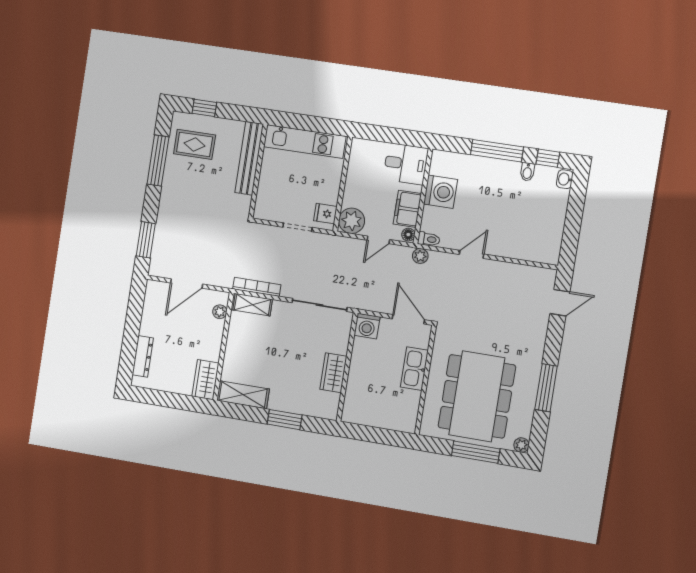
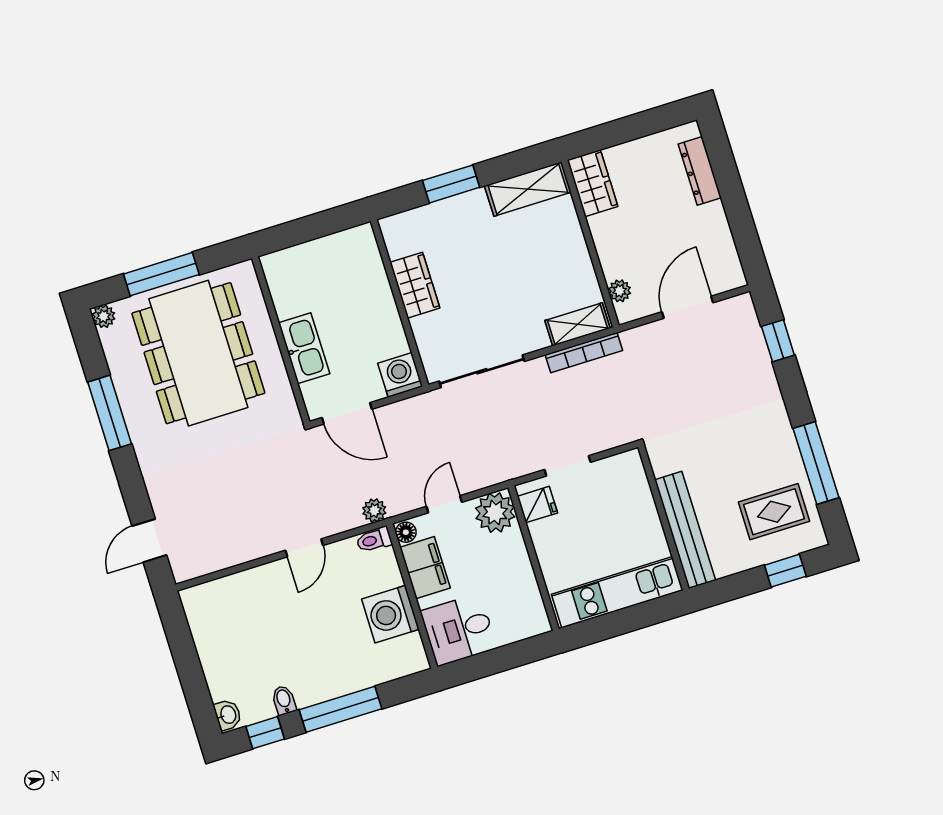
window: (146, 240) -> (778, 341), width x0.67

